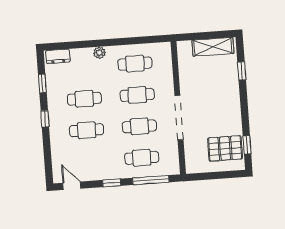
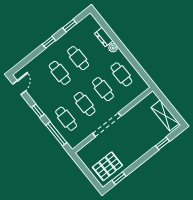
dresser: (58, 56) -> (104, 37), moved
pallet: (225, 148) -> (107, 166), turned 90

